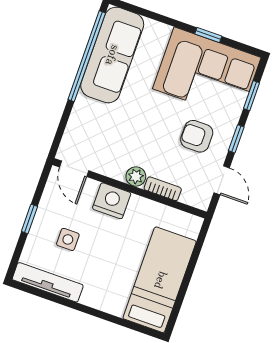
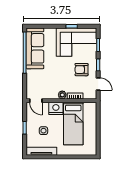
bed: (160, 280) -> (73, 124), moved, turned 180

